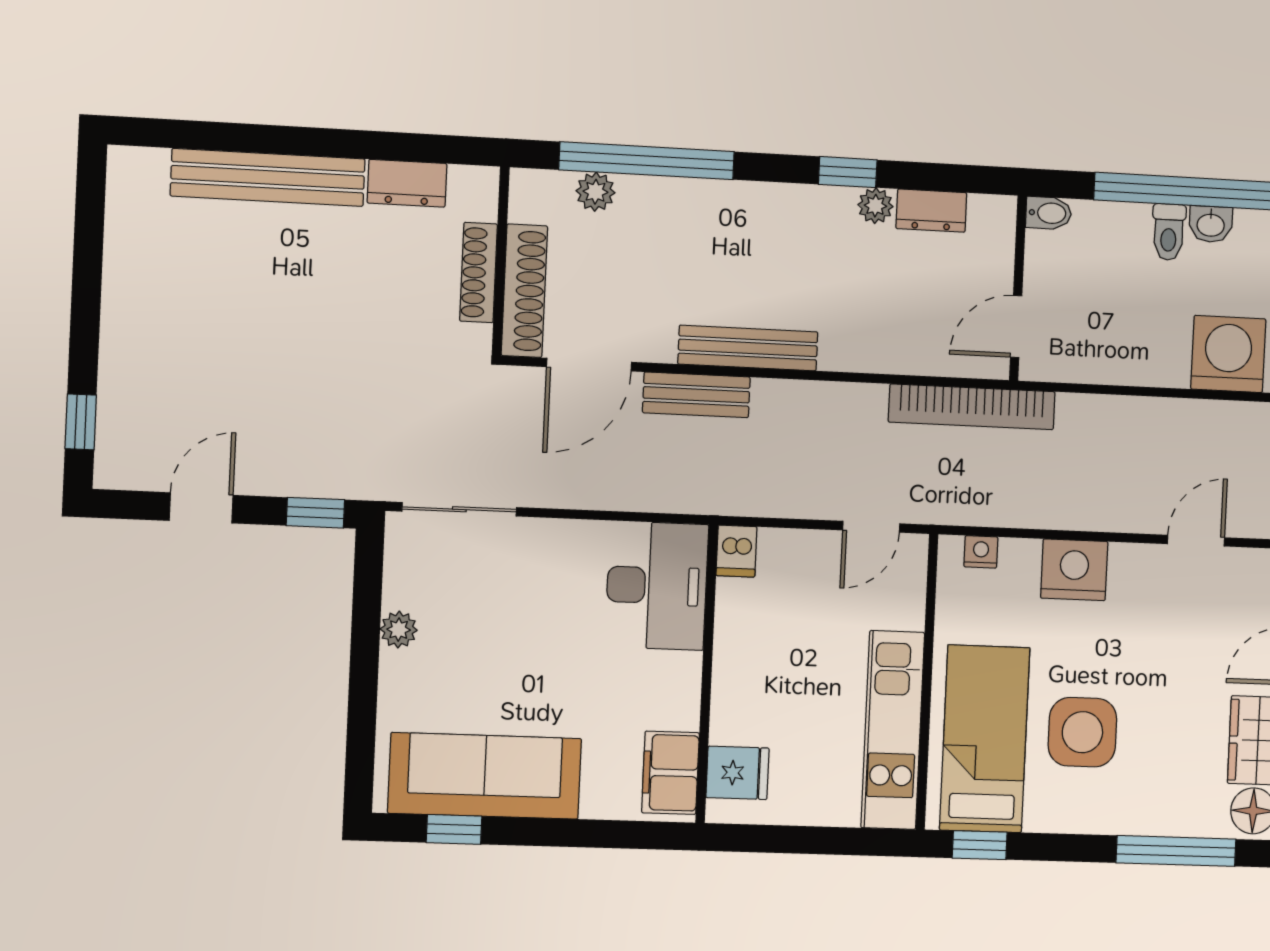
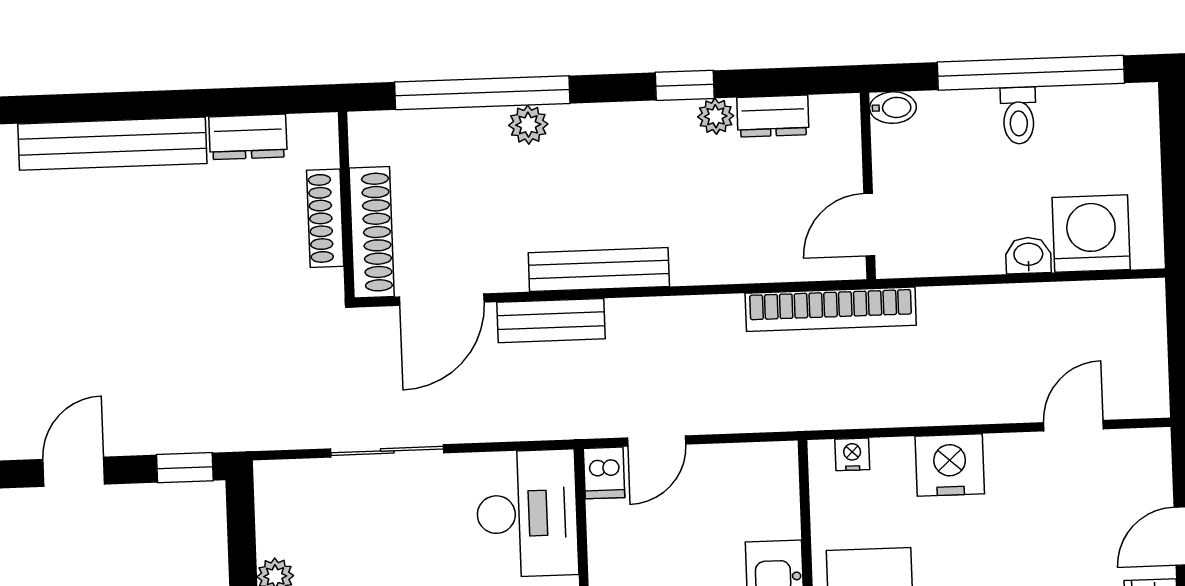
plant: (595, 192) -> (528, 125), moved
washbasin: (1211, 224) -> (1028, 255), moved, turned 180
sliding door: (459, 509) -> (387, 451), moved
door: (871, 527) -> (657, 441), moved

